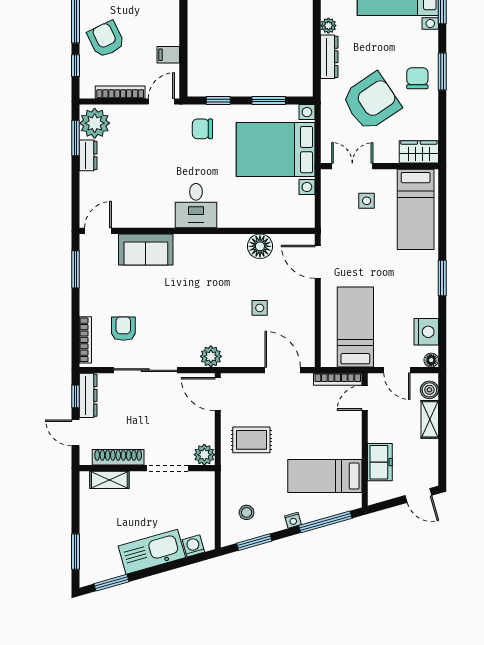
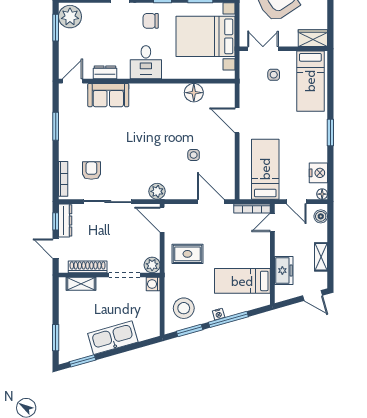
dresser: (88, 155) -> (105, 72), moved, turned -90
desk: (196, 206) -> (146, 62), moved
door: (98, 231) -> (72, 81), moved
wall: (197, 231) -> (147, 81), moved
floor lamp: (260, 246) -> (194, 93), moved
sofa: (146, 250) -> (108, 95), moved
shelving: (430, 419) -> (321, 257), moved
stool: (247, 512) -> (184, 308), width x1.89, depth x1.89
window: (325, 522) -> (228, 319), moved
washing machine: (193, 546) -> (153, 284), moved, turned -74

